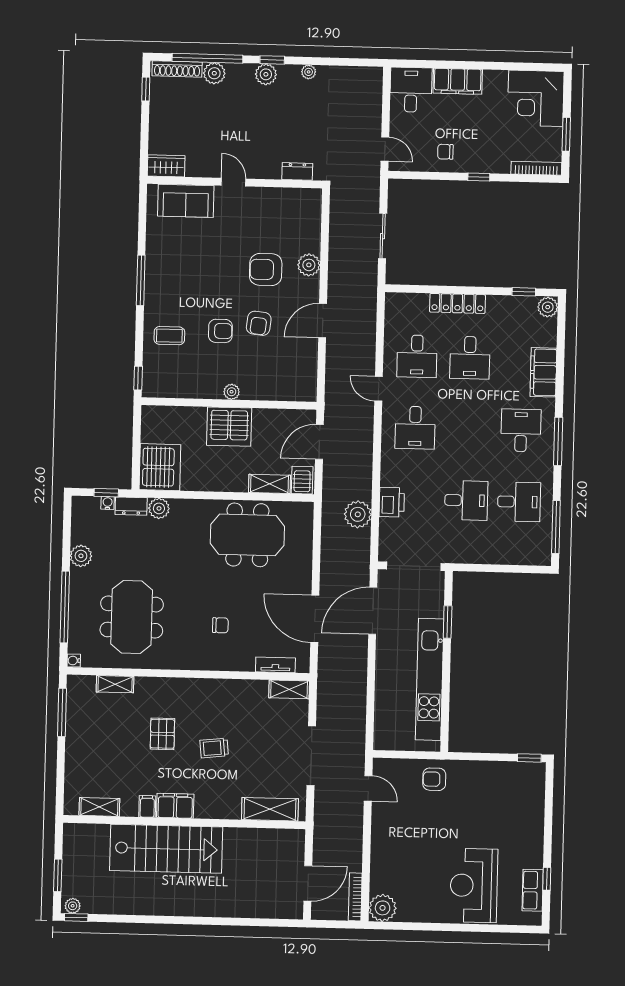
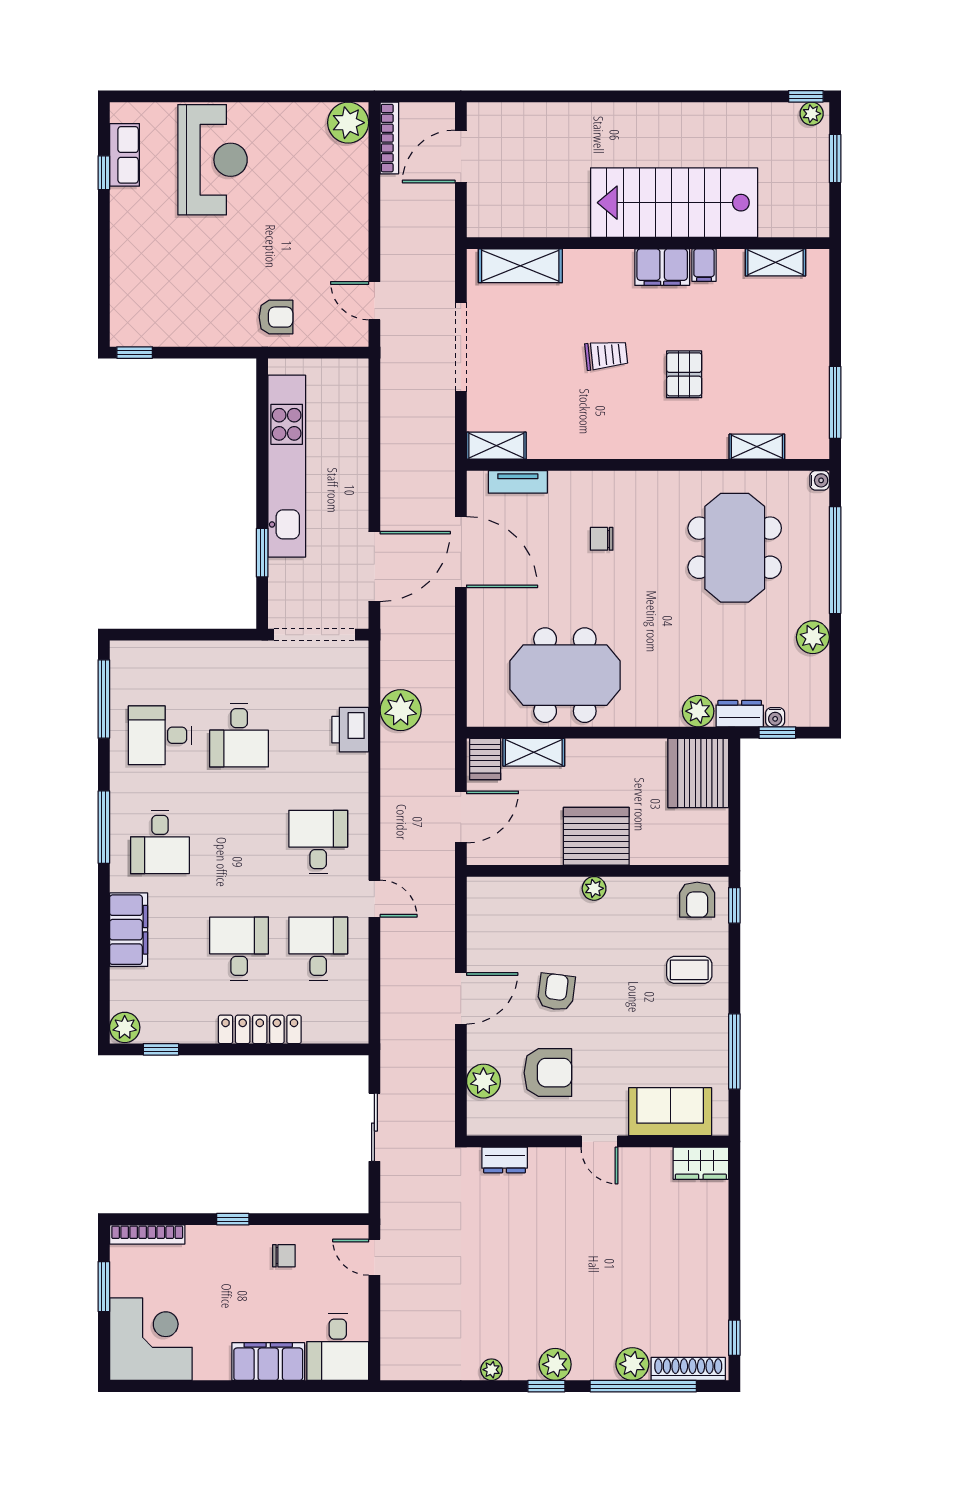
wardrobe: (166, 166) -> (701, 1163), moved
dresser: (297, 171) -> (505, 1160), moved
door: (233, 182) -> (599, 1141), moved
wall: (235, 182) -> (598, 1141), moved
sofa: (186, 201) -> (670, 1112), moved
armchair: (220, 331) -> (697, 900), moved, turned -90
desk: (466, 500) -> (239, 735), turned -90

